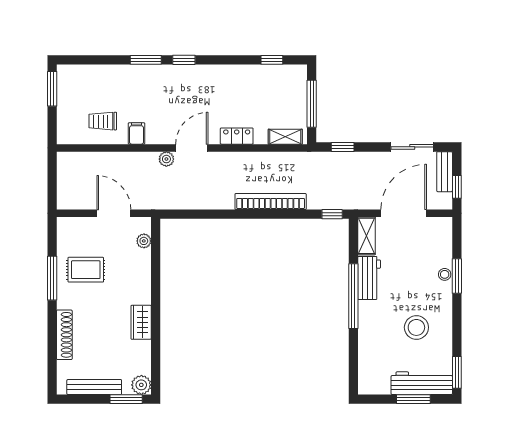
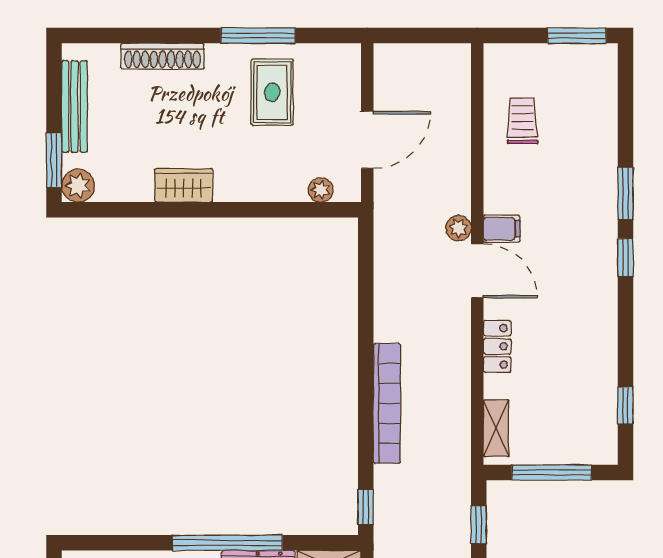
filing cabinet: (136, 133) -> (502, 229), moved

